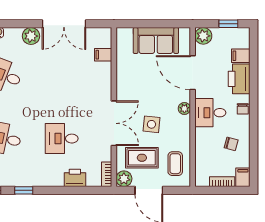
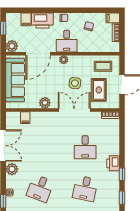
sofa: (156, 41) -> (15, 80), width x1.36
printer: (75, 178) -> (113, 163), moved
plant: (124, 179) -> (45, 103), moved

